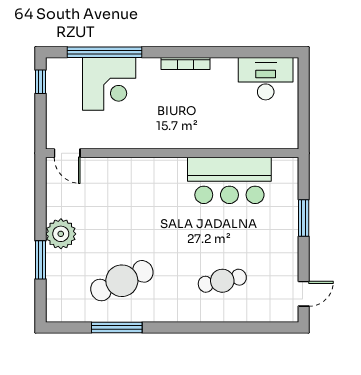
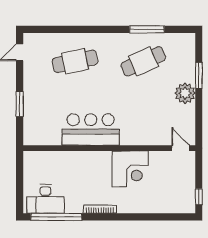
window: (105, 52) -> (56, 217), moved
corner desk: (109, 84) -> (130, 169), moved, turned 180
bar counter: (229, 180) -> (91, 130), moved
cafe table: (222, 281) -> (75, 61), width x1.37, depth x1.35

